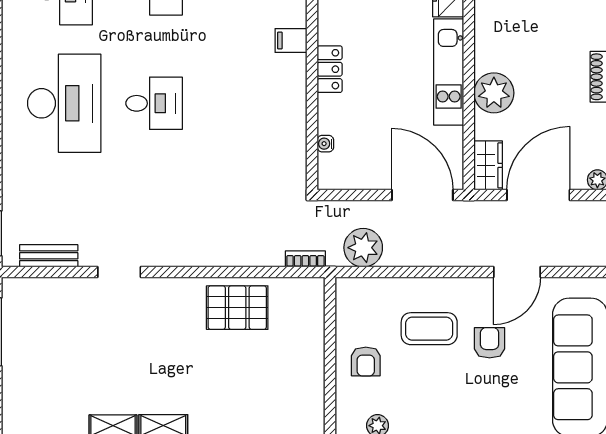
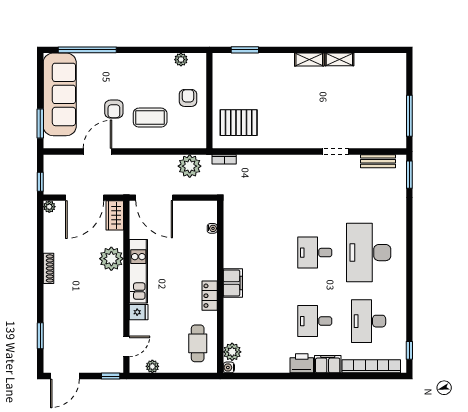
filing cabinet: (291, 40) -> (233, 283), width x2.00
locker: (330, 69) -> (210, 296), moved
pallet: (237, 308) -> (239, 123), moved

